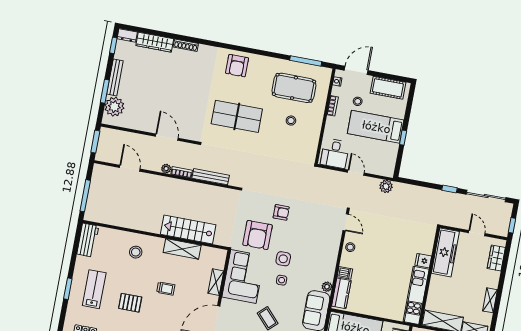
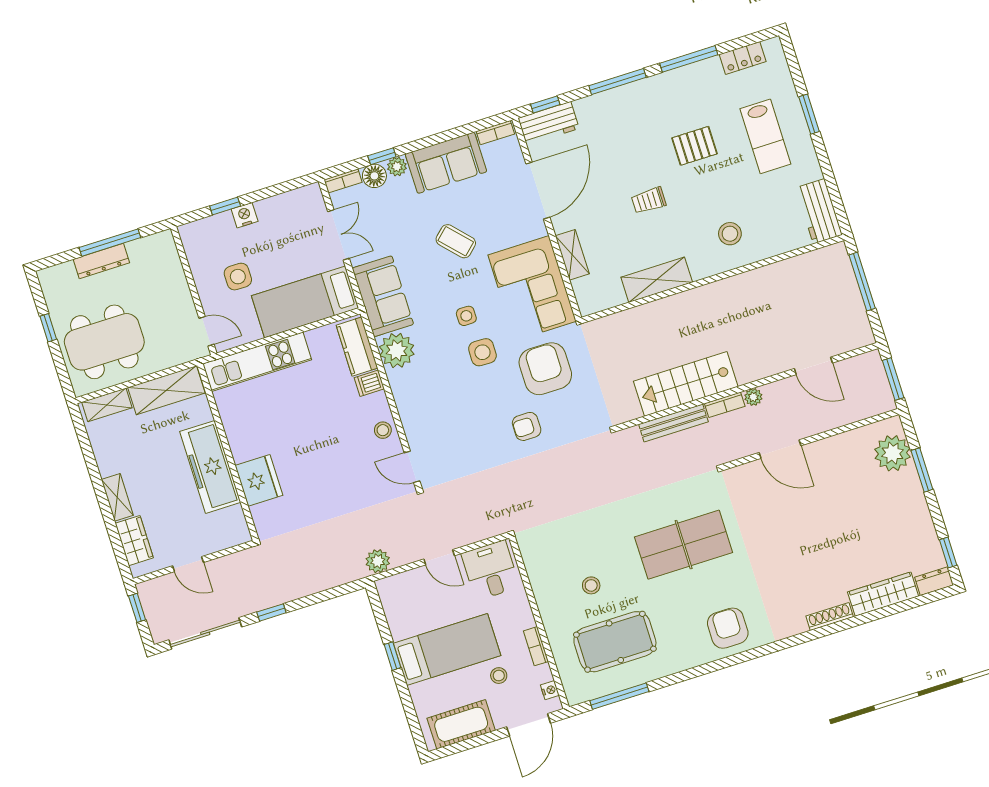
bench: (115, 77) -> (917, 501), removed
stairs: (188, 230) -> (686, 384), moved, turned 180
freezer: (445, 252) -> (210, 467), moved
fridge: (423, 261) -> (259, 480), width x1.88, depth x1.34
plant: (327, 287) -> (397, 350), width x1.88, depth x1.88
kitchen unit: (416, 295) -> (257, 362), moved, turned 90
shelving: (490, 300) -> (117, 497), moved

